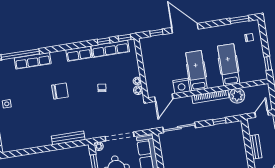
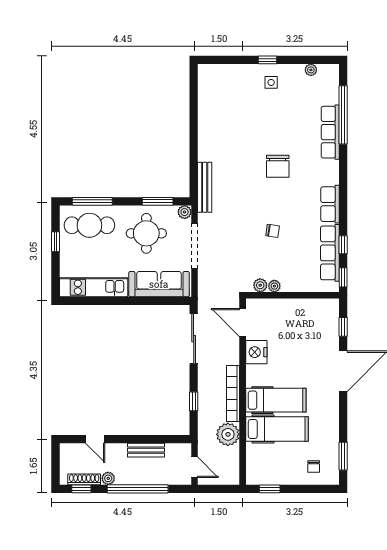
hospital bed: (196, 71) -> (276, 400), moved
bench: (68, 138) -> (205, 187), moved

